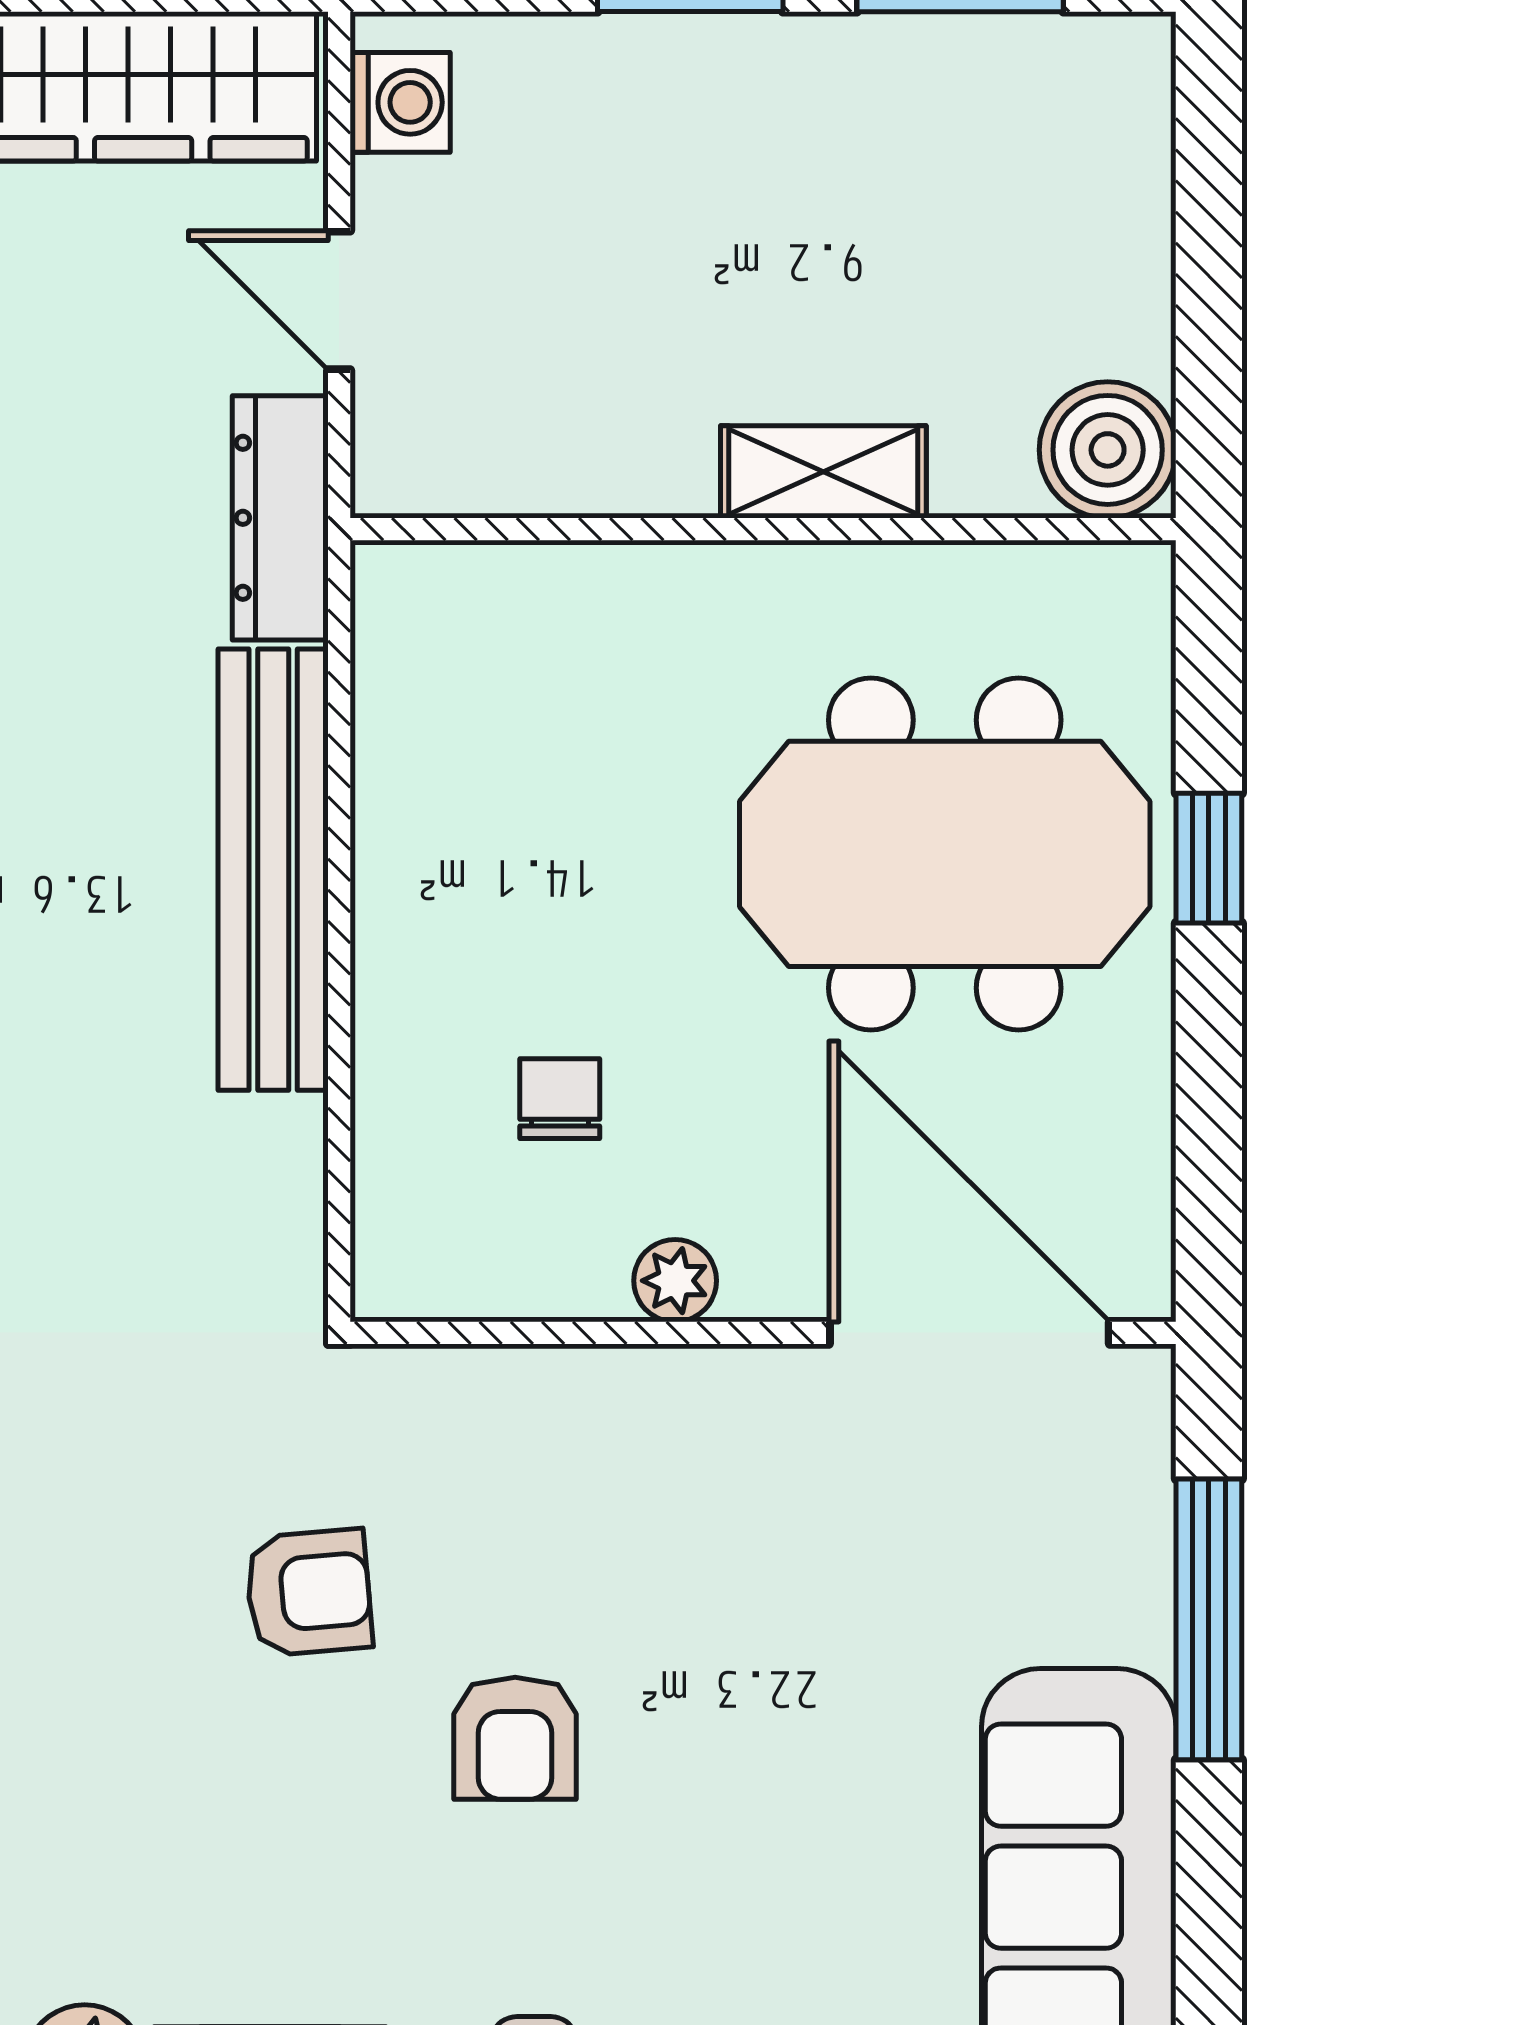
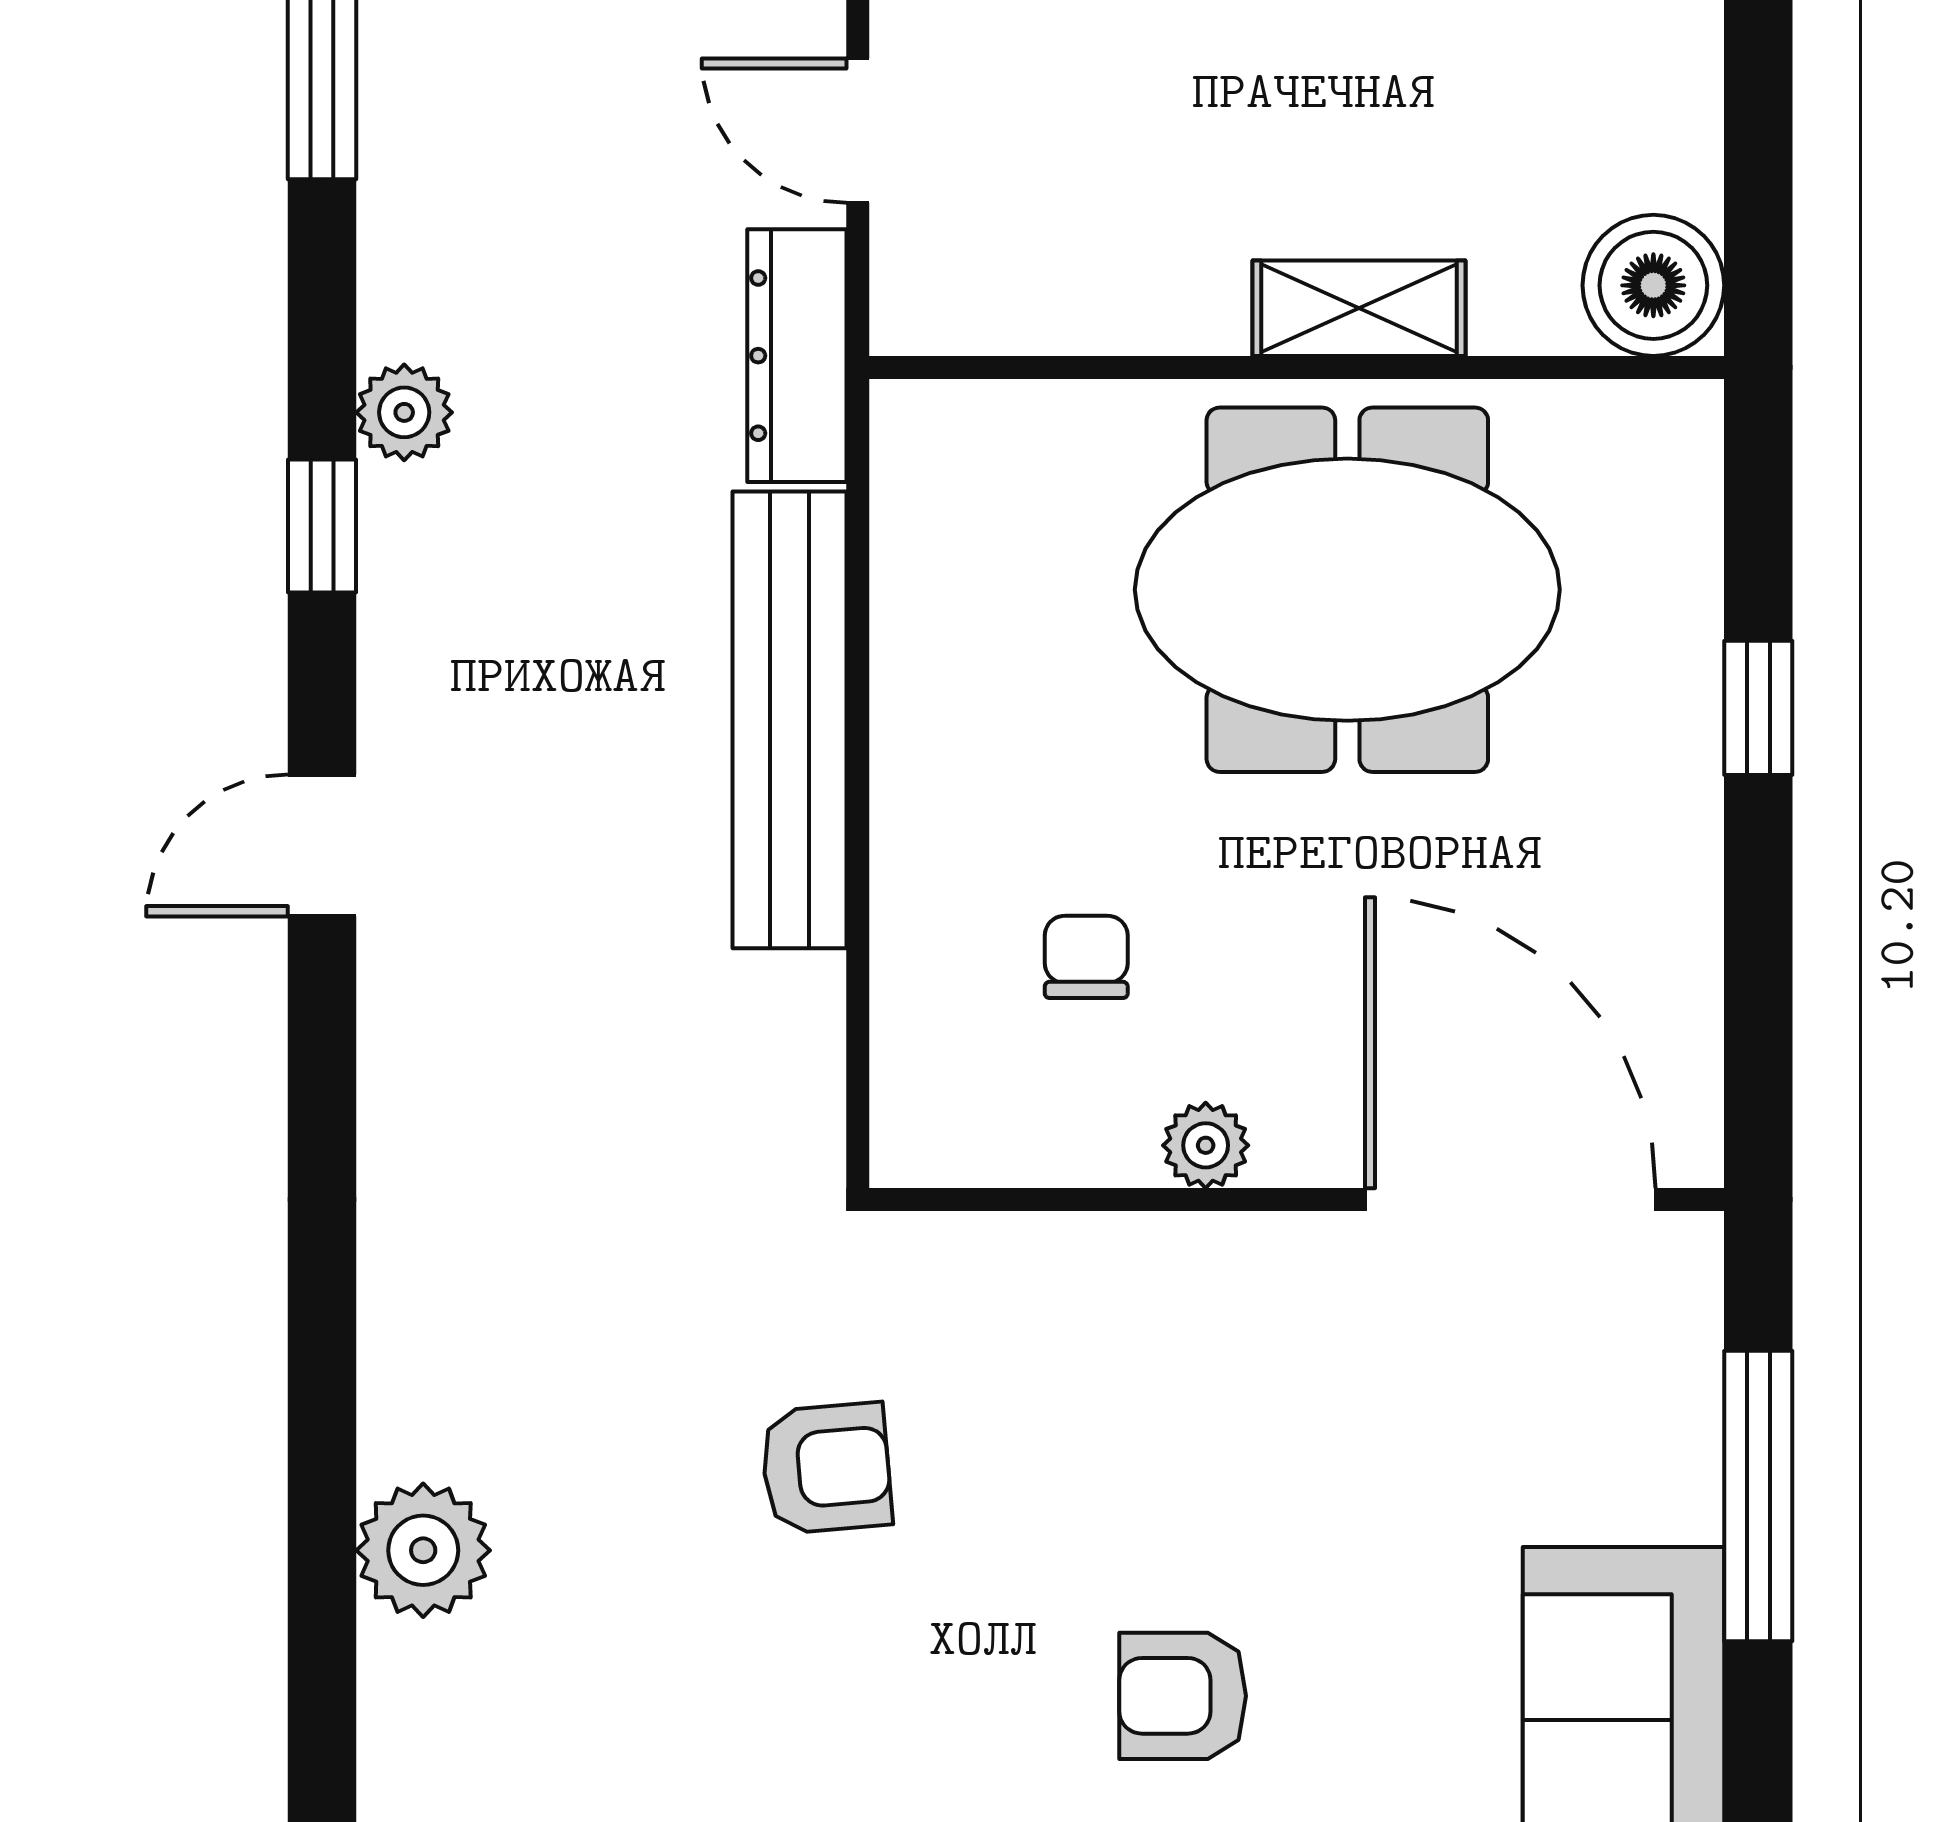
meeting table: (945, 854) -> (1347, 590), moved
armchair: (515, 1738) -> (1183, 1696), moved, turned 90

